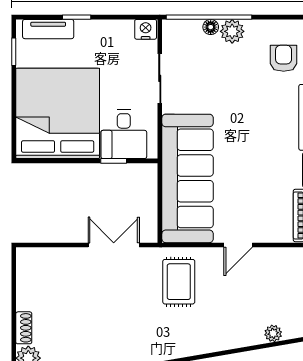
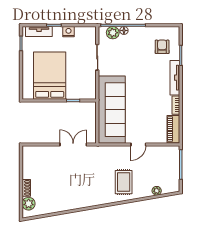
nightstand: (146, 29) -> (68, 32), moved
plant: (232, 31) -> (113, 33), moved
bed: (58, 113) -> (50, 76), width x0.73
desk: (124, 134) -> (79, 87), removed
rug: (179, 282) -> (124, 182), moved

